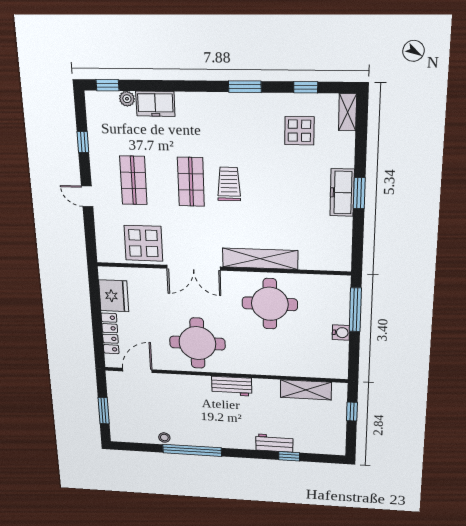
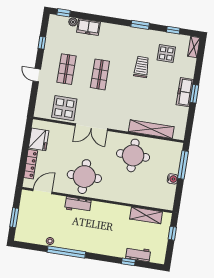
trolley: (229, 184) -> (142, 67), moved
shelving: (260, 259) -> (151, 129), moved
workbench: (232, 386) -> (78, 205), moved
workbench: (274, 443) -> (138, 254), moved

